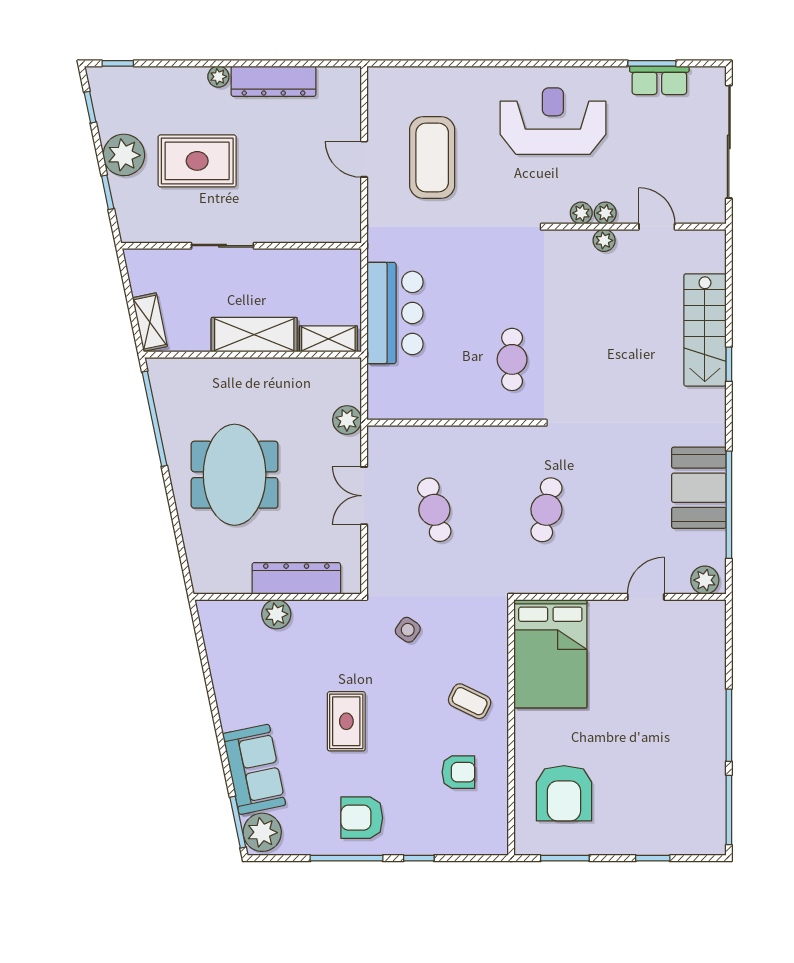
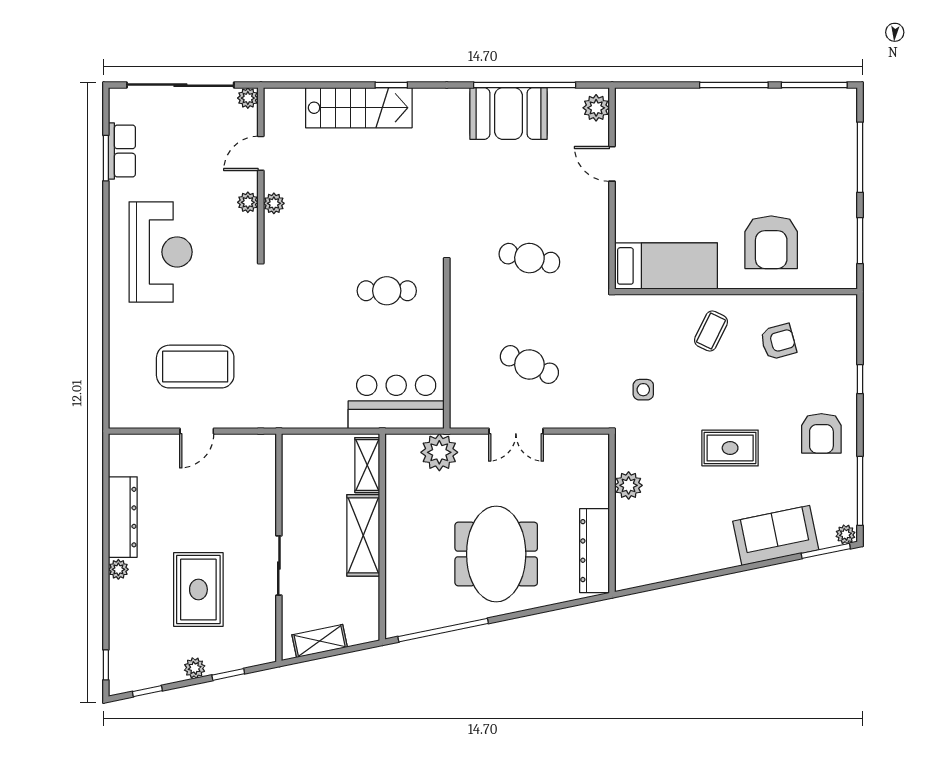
reception desk: (553, 121) -> (161, 252), turned 180
plant: (124, 155) -> (195, 668), width x0.53, depth x0.53
plant: (581, 213) -> (248, 98), moved
bar counter: (395, 313) -> (396, 402), moved
shelving: (150, 322) -> (320, 641), moved
plant: (347, 420) -> (439, 452), width x1.36, depth x1.36
meeting table: (235, 475) -> (496, 554), turned 90
cafe table: (434, 510) -> (529, 364), turned 39
dresser: (296, 578) -> (595, 551), moved
plant: (276, 614) -> (629, 485), moved
side table: (408, 630) -> (643, 390), turned -35
bed: (550, 654) -> (666, 266), width x0.67
armchair: (458, 772) -> (778, 342), turned 75
armchair: (564, 793) -> (771, 242), moved, turned 90
plant: (262, 832) -> (845, 534), width x0.53, depth x0.53
window: (347, 858) -> (860, 491), moved
window: (653, 858) -> (860, 157), width x2.17

